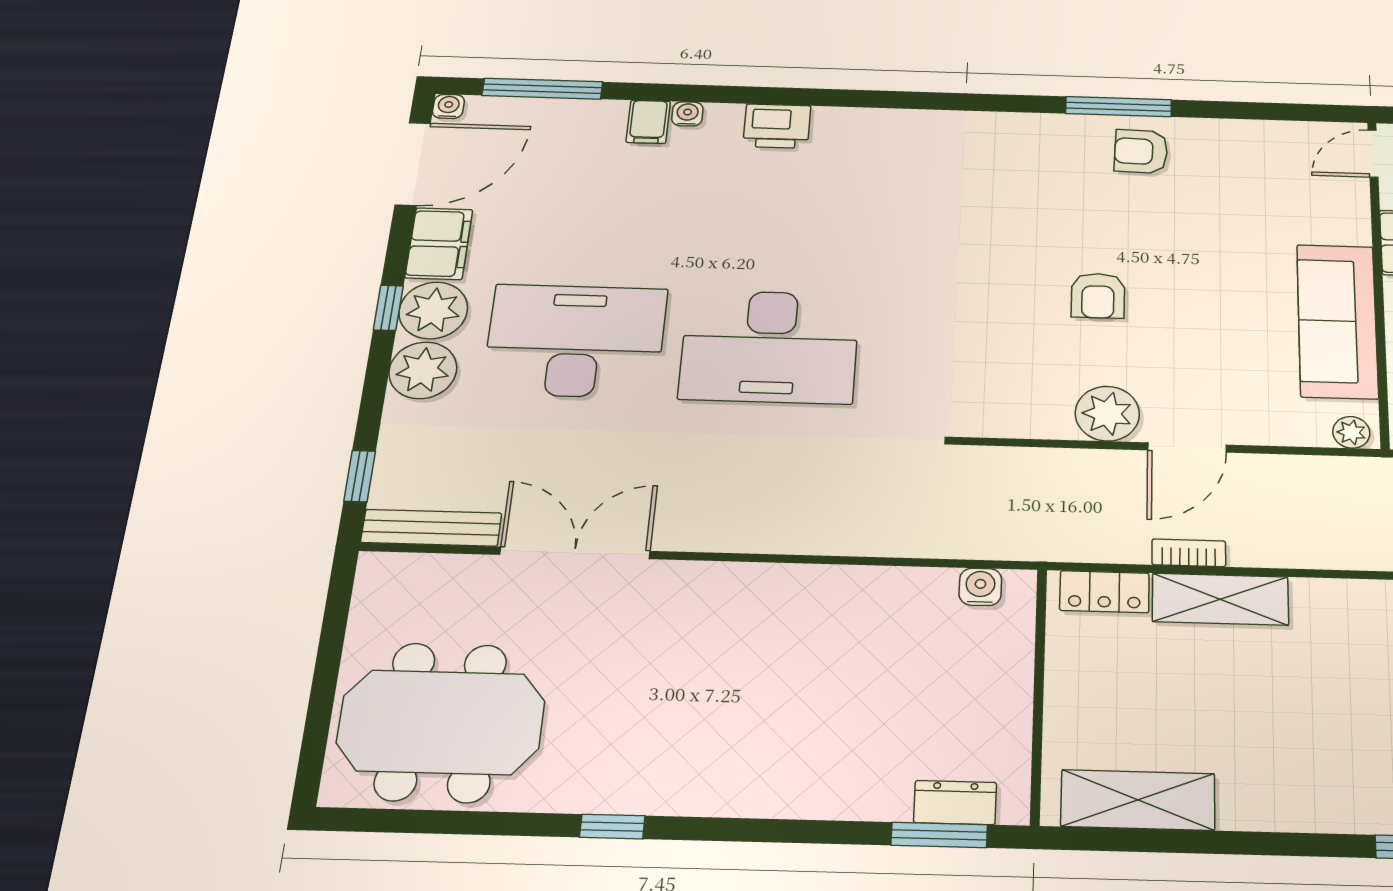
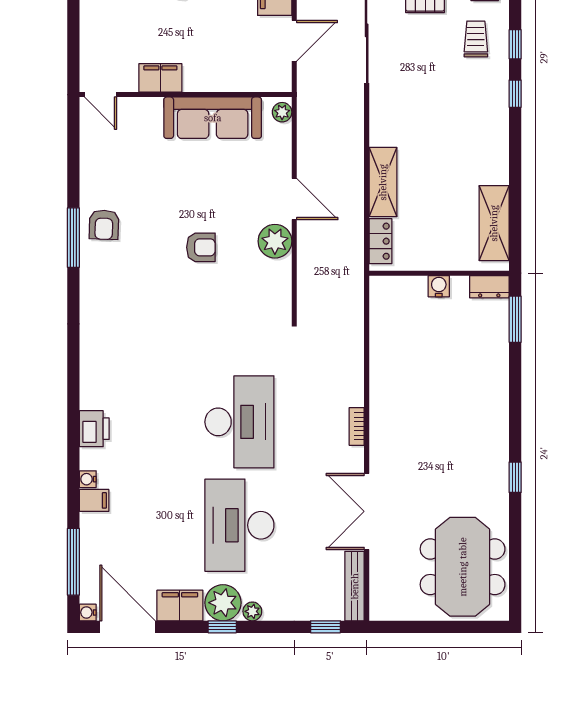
plant: (423, 370) -> (252, 611), width x0.53, depth x0.53
bookcase: (1189, 553) -> (357, 426), moved
water cooler: (980, 587) -> (439, 286), moved, turned 90
dresser: (955, 802) -> (489, 287), moved, turned -90

